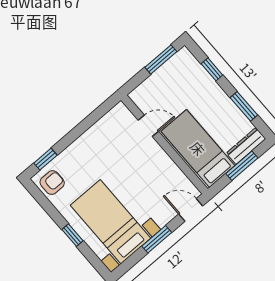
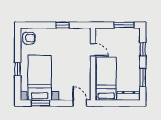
window: (45, 159) -> (62, 25), moved
window: (242, 166) -> (119, 103), removed
window: (157, 239) -> (40, 103), moved

